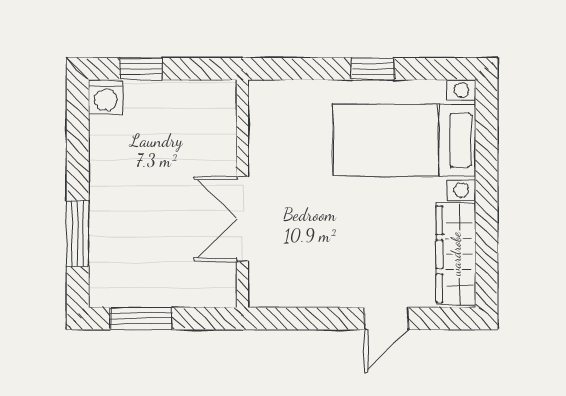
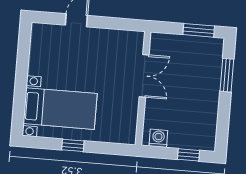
washing machine: (106, 97) -> (158, 138), moved
wardrobe: (456, 254) -> (39, 49), removed

